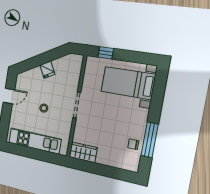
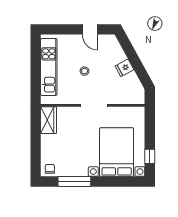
window: (106, 53) -> (150, 156), moved
bed with nightstands: (128, 83) -> (117, 152), width x1.36
chair: (133, 144) -> (50, 169), moved

